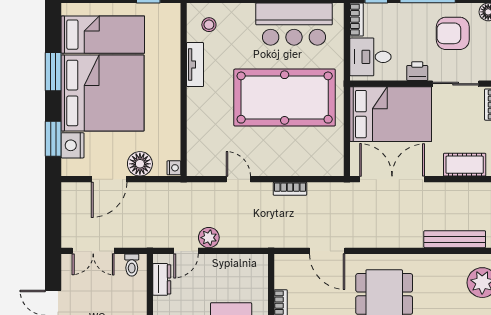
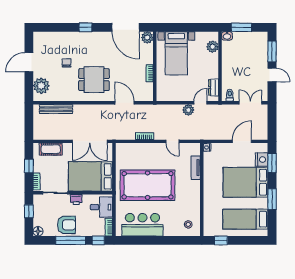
armchair: (453, 33) -> (66, 225), moved
tv unit: (195, 65) -> (196, 168), moved
bed: (103, 93) -> (245, 182), width x0.73
floor lamp: (140, 164) -> (225, 150), removed

